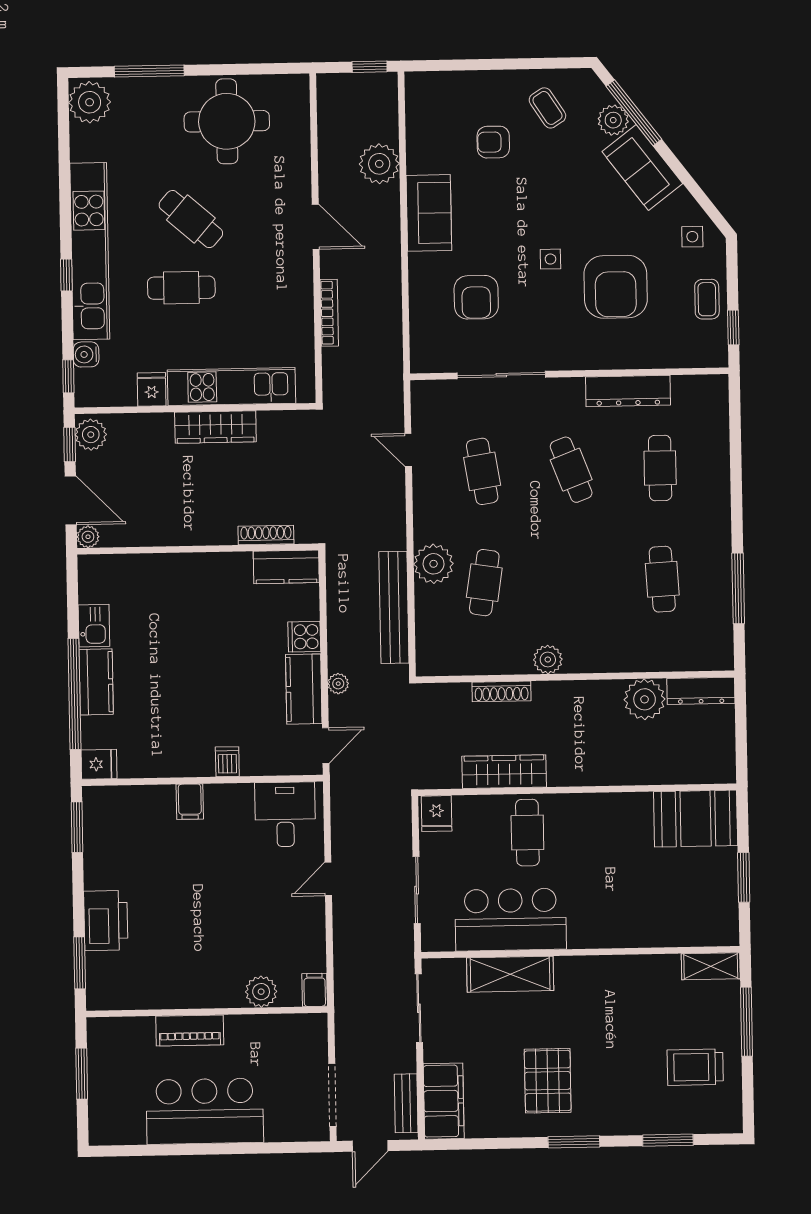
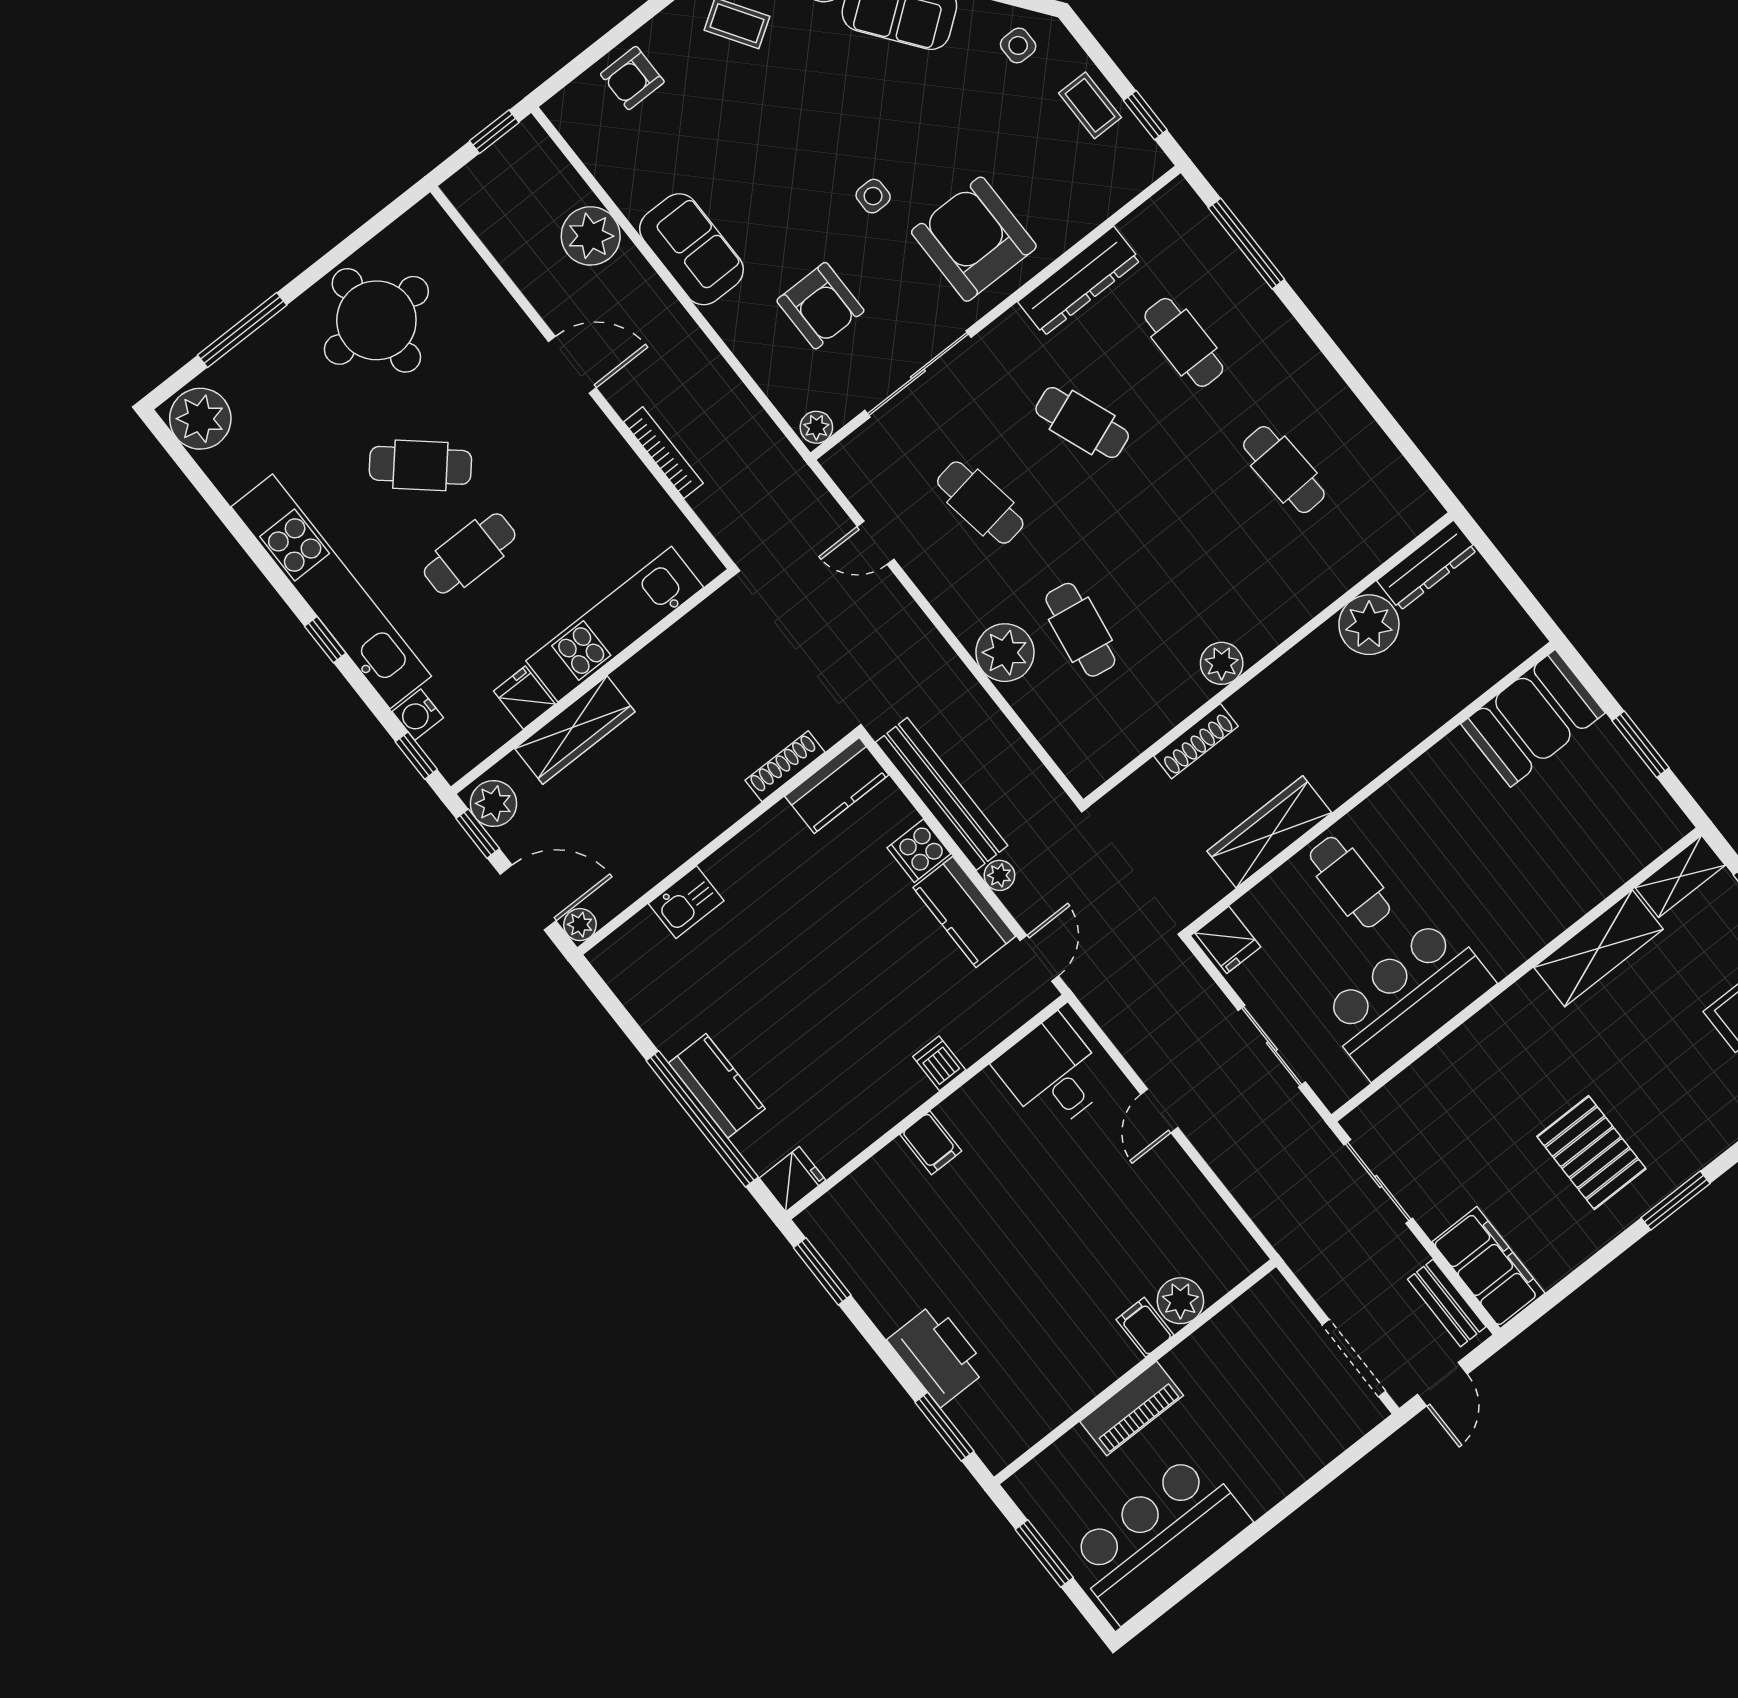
armchair: (493, 142) -> (632, 78), moved
armchair: (616, 287) -> (974, 239), moved, turned 180
plant: (424, 362) -> (816, 427), added
wardrobe: (215, 427) -> (575, 730), moved
window: (738, 588) -> (1246, 244), moved
bench: (394, 607) -> (942, 794), moved
kitchen sink: (94, 626) -> (686, 902), moved, turned 90
shelving: (510, 974) -> (1599, 948), moved
filing cabinet: (315, 990) -> (1145, 1327), moved
bar counter: (205, 1111) -> (1158, 1538), moved

